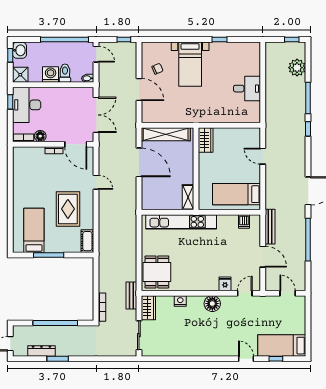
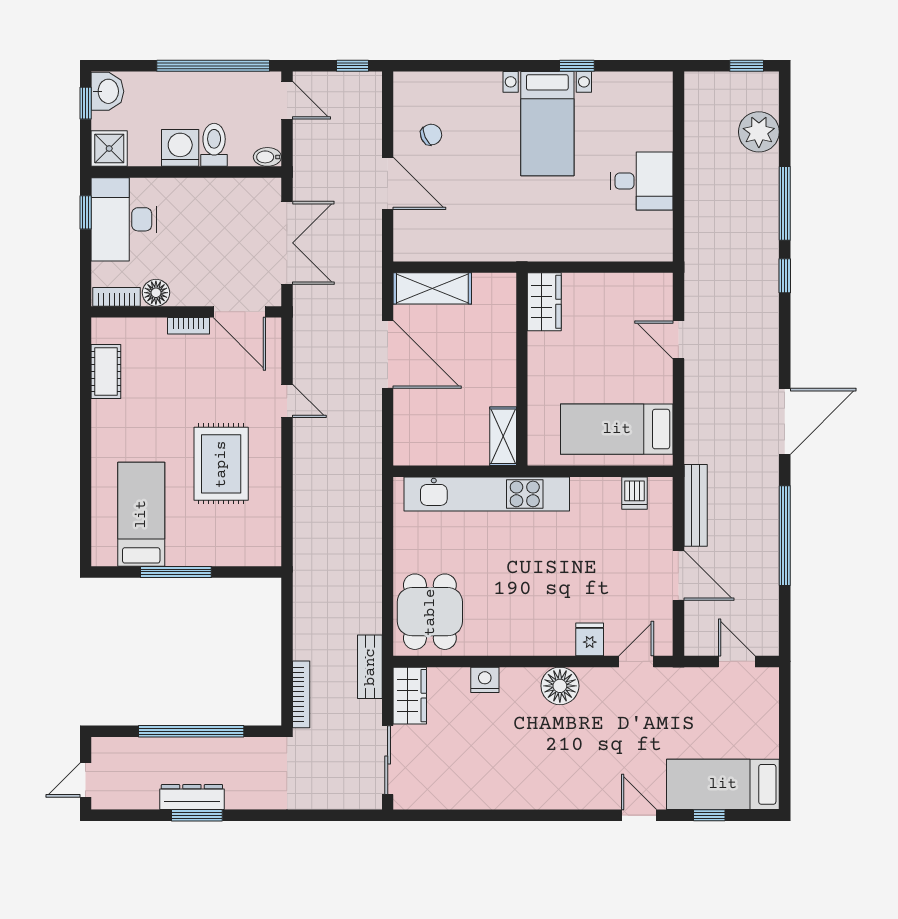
bed with nightstands: (190, 64) -> (547, 124), moved
shelving: (166, 134) -> (432, 288), width x0.68
cot: (87, 241) -> (106, 372), moved
dresser: (41, 351) -> (192, 797), moved

